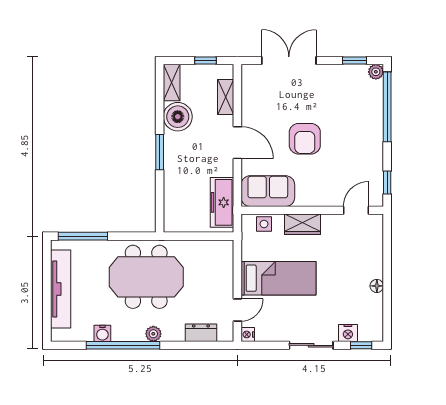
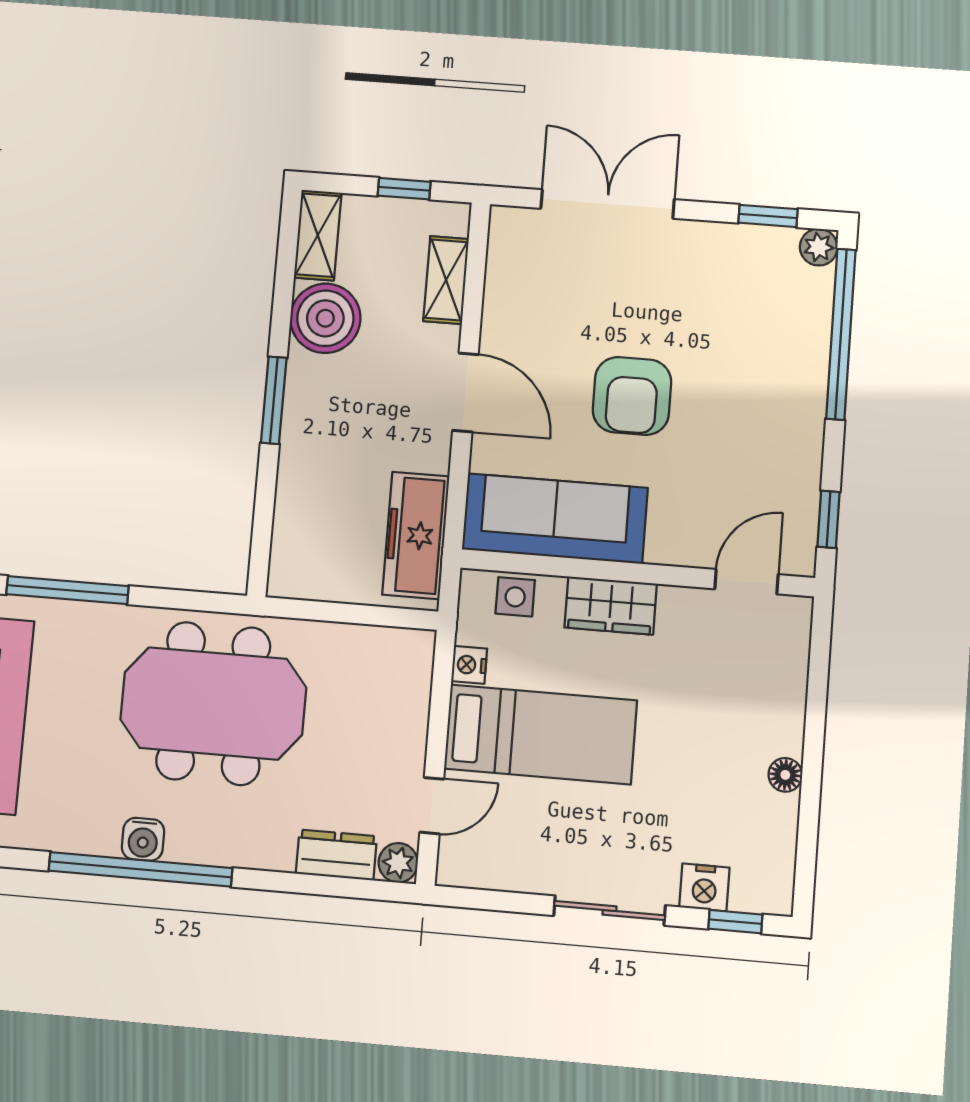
sofa: (268, 191) -> (555, 519), width x1.36
water cooler: (102, 333) -> (143, 839), moved
plant: (153, 334) -> (398, 863), moved
nightstand: (248, 334) -> (469, 665), moved

